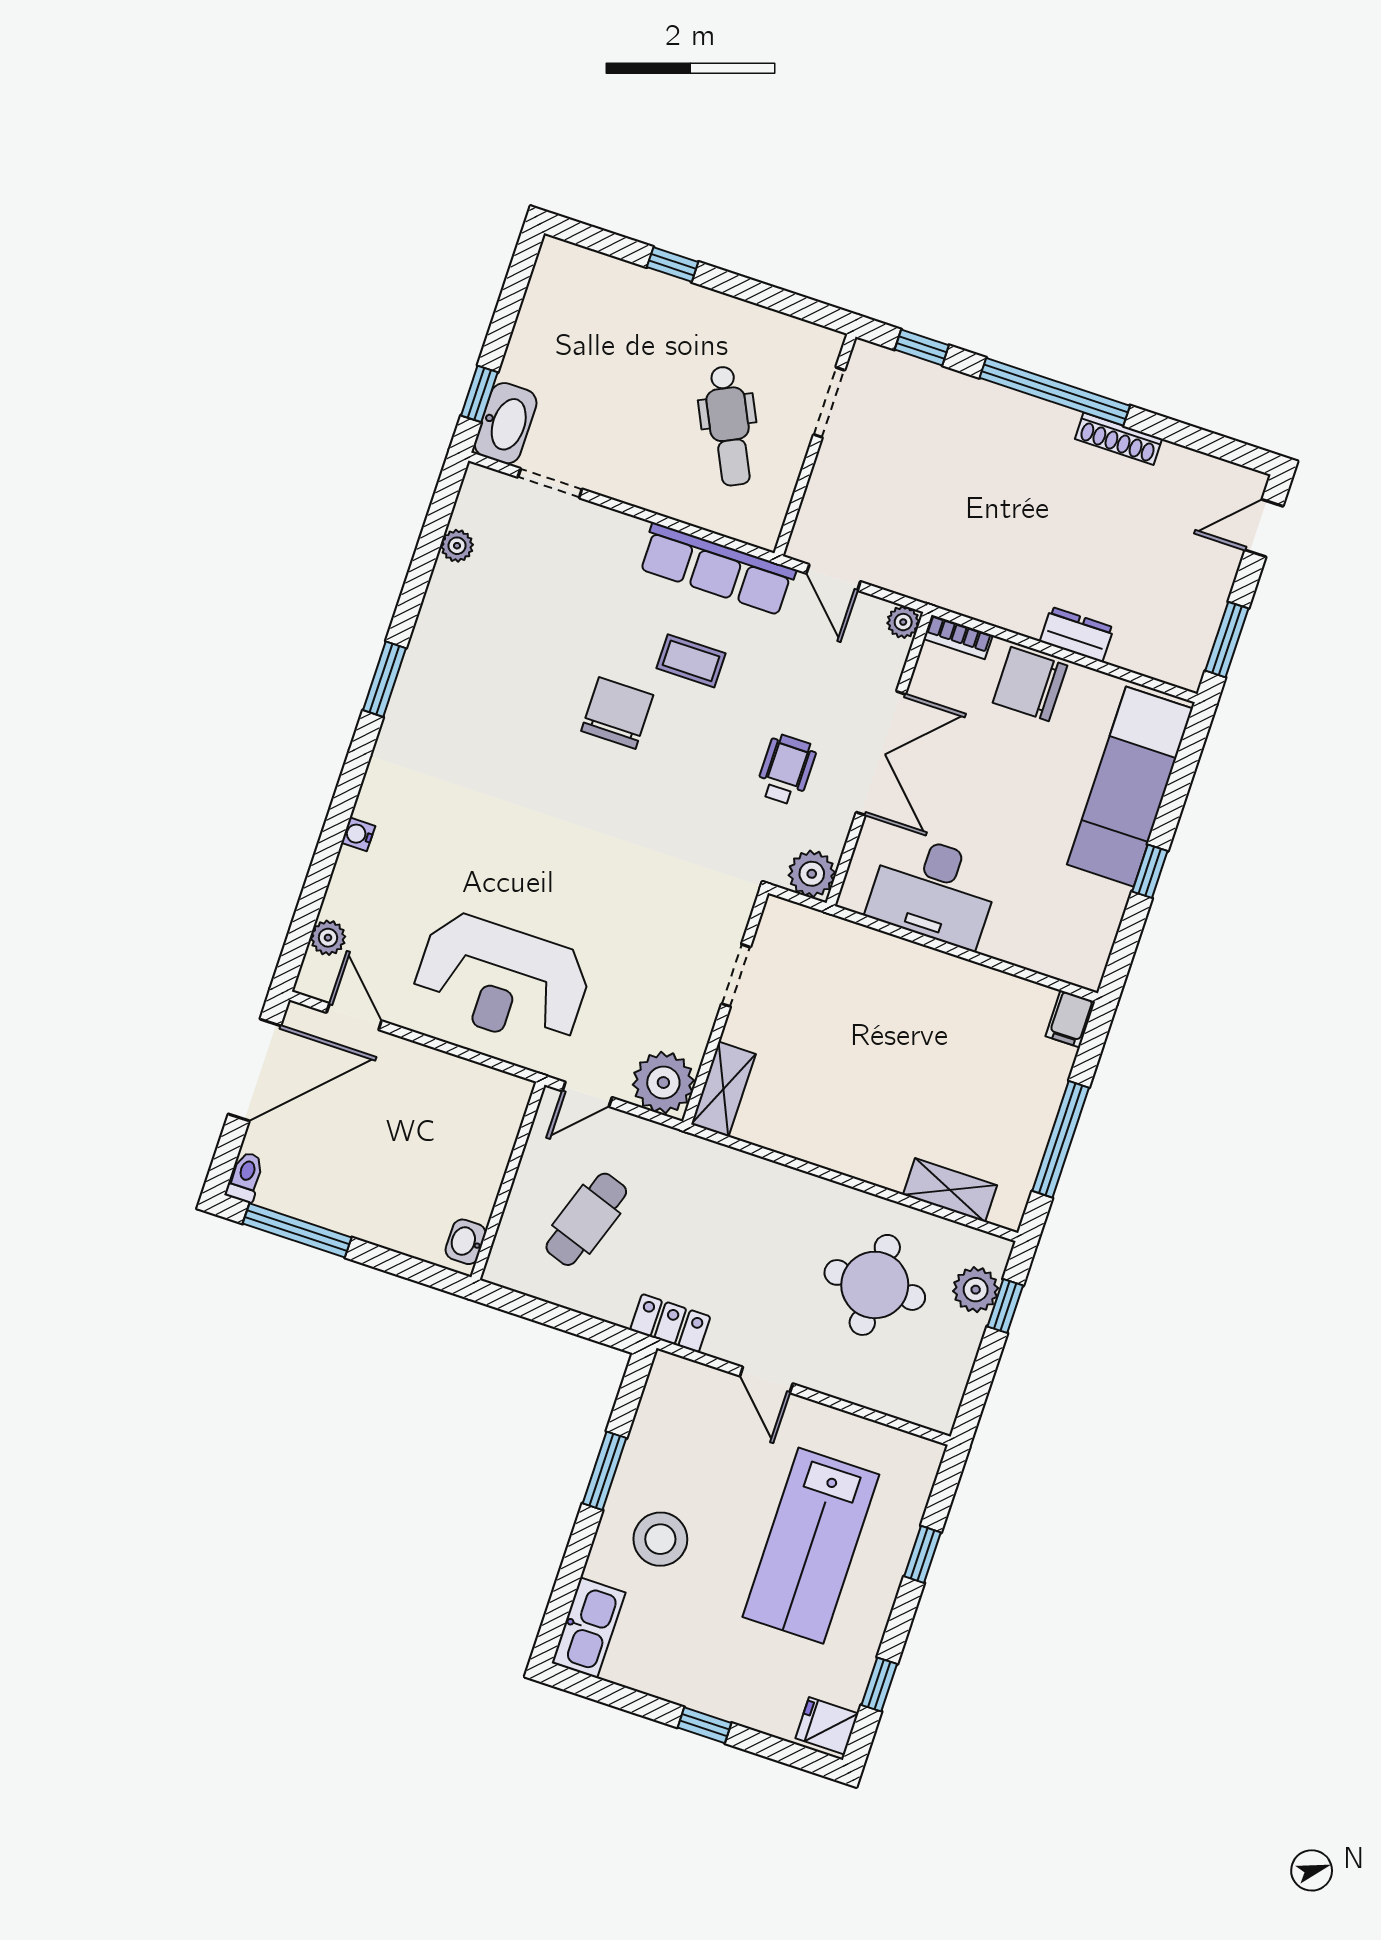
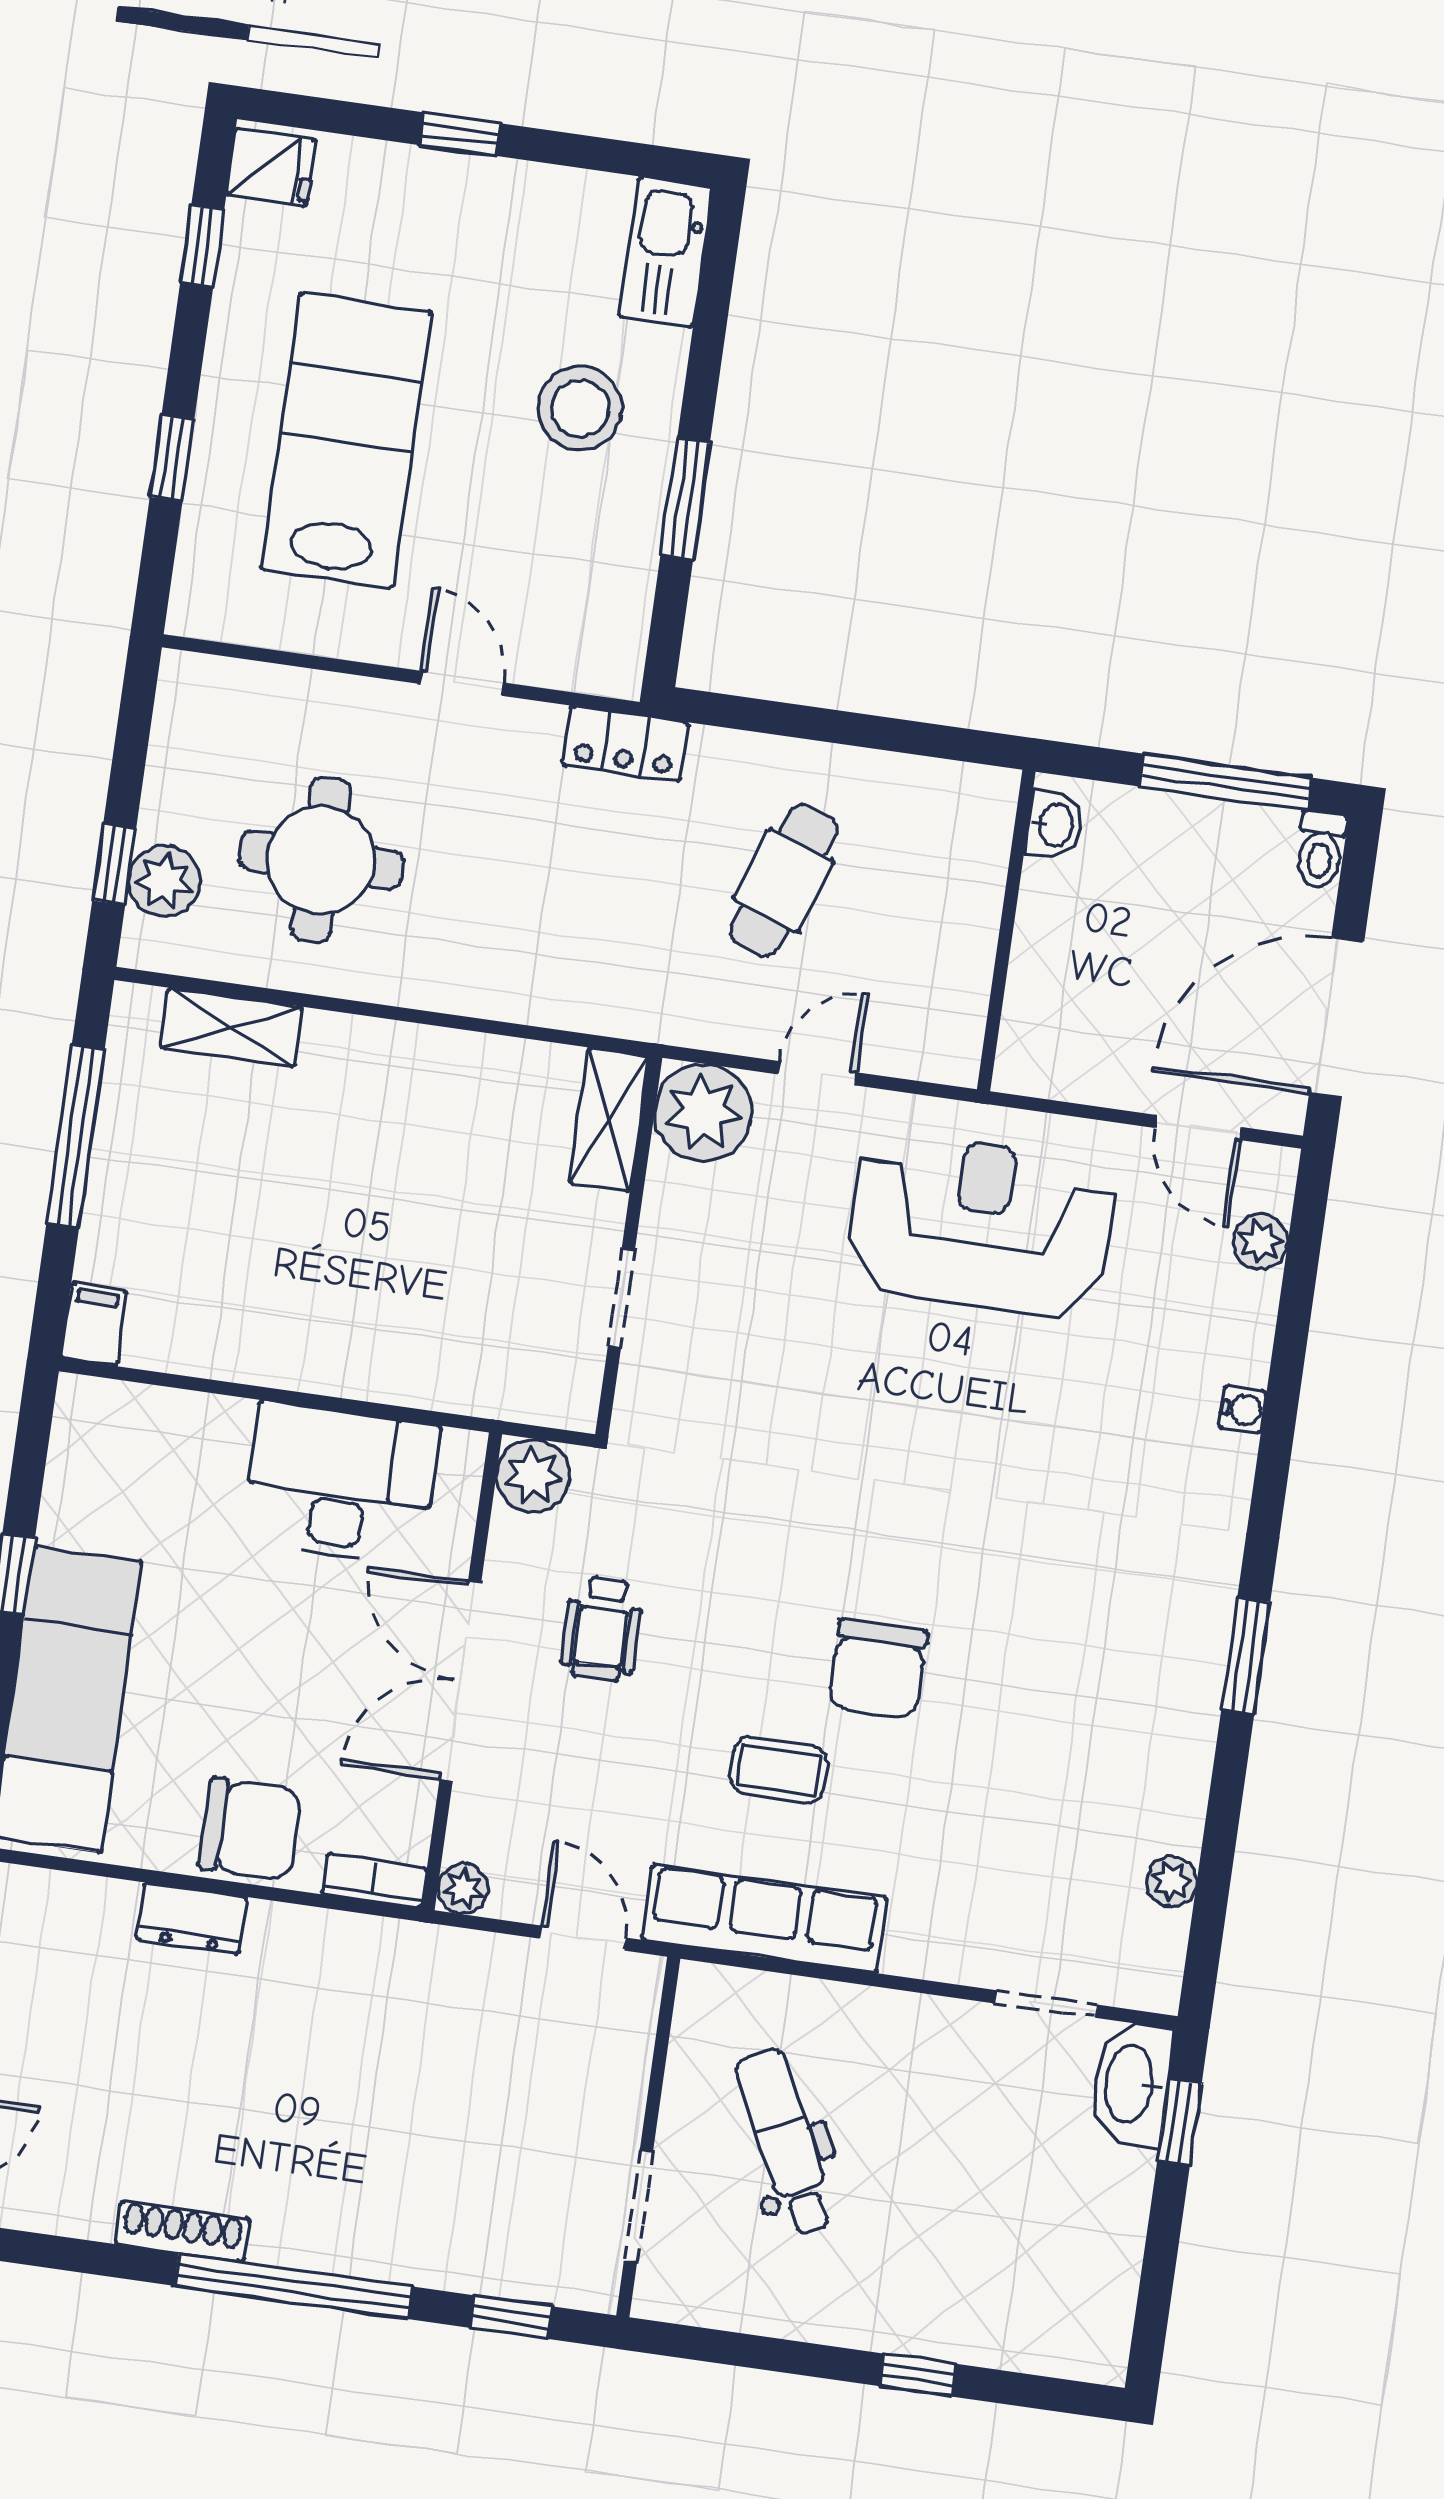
wall: (508, 1181) -> (1006, 931), moved
washbasin: (466, 1242) -> (1055, 825), moved

